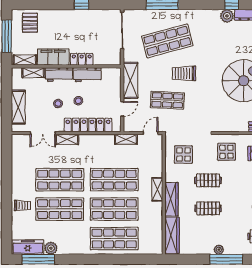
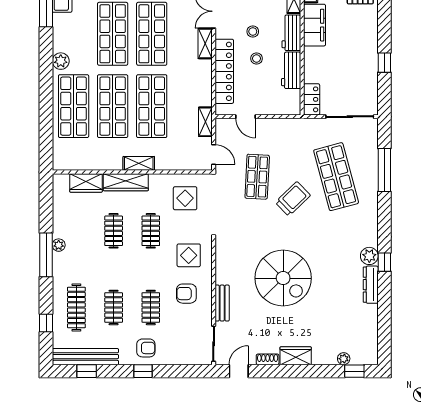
locker: (82, 59) -> (312, 99), moved
trolley: (184, 73) -> (293, 199), turned 46
shelving: (130, 80) -> (284, 128), removed
wardrobe: (172, 235) -> (86, 183), width x0.67
plant: (51, 248) -> (61, 61), moved

